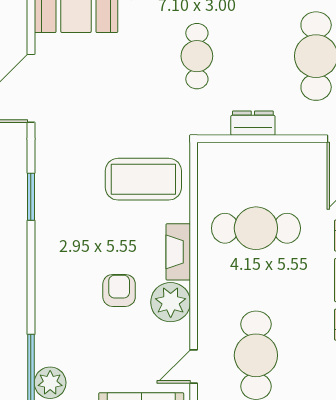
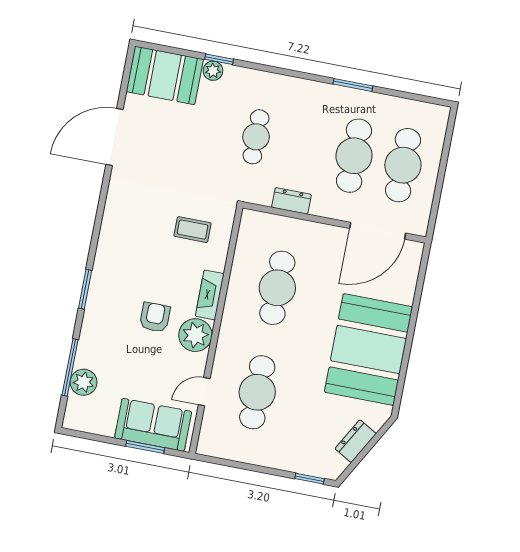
coffee table: (143, 179) -> (193, 230), width x0.54, depth x0.58
window: (31, 197) -> (85, 289), moved
cafe table: (256, 228) -> (277, 288), turned 90

